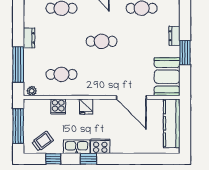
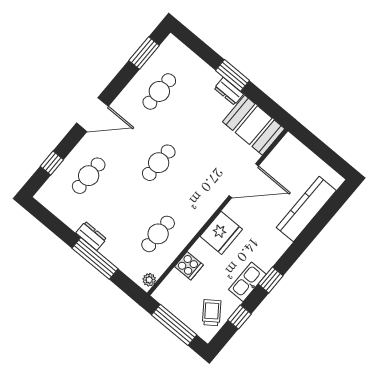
dresser: (174, 36) -> (229, 91), moved
window: (185, 53) -> (232, 75), moved
window: (18, 65) -> (95, 258), moved
fridge: (86, 107) -> (221, 233), width x1.88, depth x1.34
kitchen counter: (172, 123) -> (306, 209), moved, turned 90
cooker: (100, 146) -> (268, 257), removed

